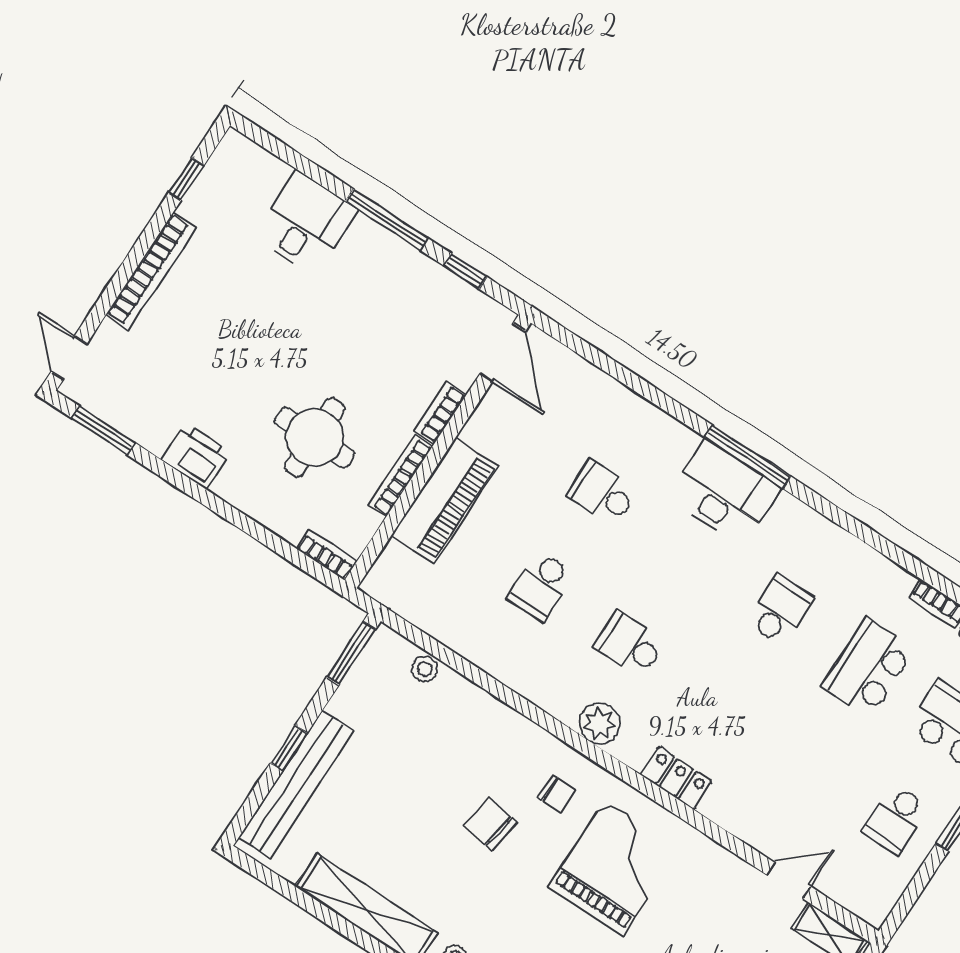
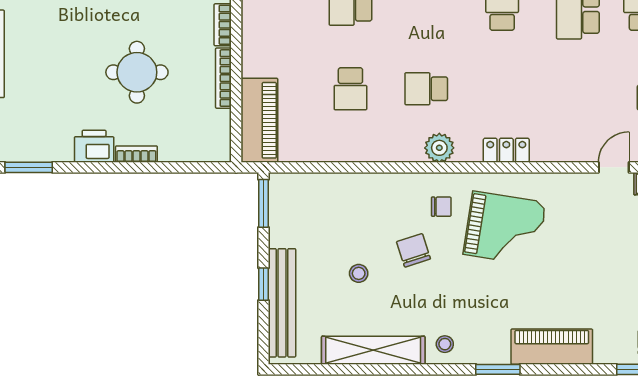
round table: (315, 437) -> (137, 72), moved
piano: (444, 501) -> (259, 120), moved
bookcase: (327, 555) -> (136, 154), moved
stool: (425, 669) -> (359, 273), moved
chair: (490, 824) -> (414, 250), turned 63
grand piano: (614, 868) -> (505, 228), turned 99

